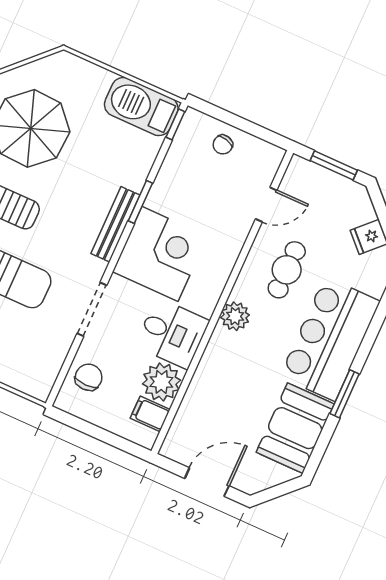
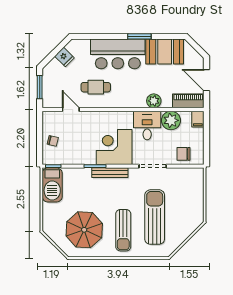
plant: (235, 316) -> (154, 101), moved
filing cabinet: (150, 414) -> (198, 119), moved
piano: (183, 431) -> (188, 101), added

